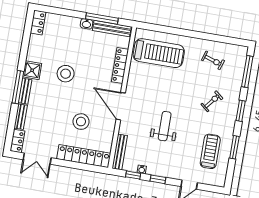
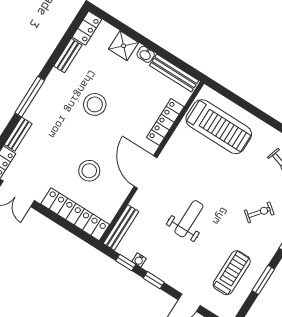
window: (102, 19) -> (167, 56), removed
shower: (32, 70) -> (124, 46), moved
bench: (25, 91) -> (68, 56), moved

